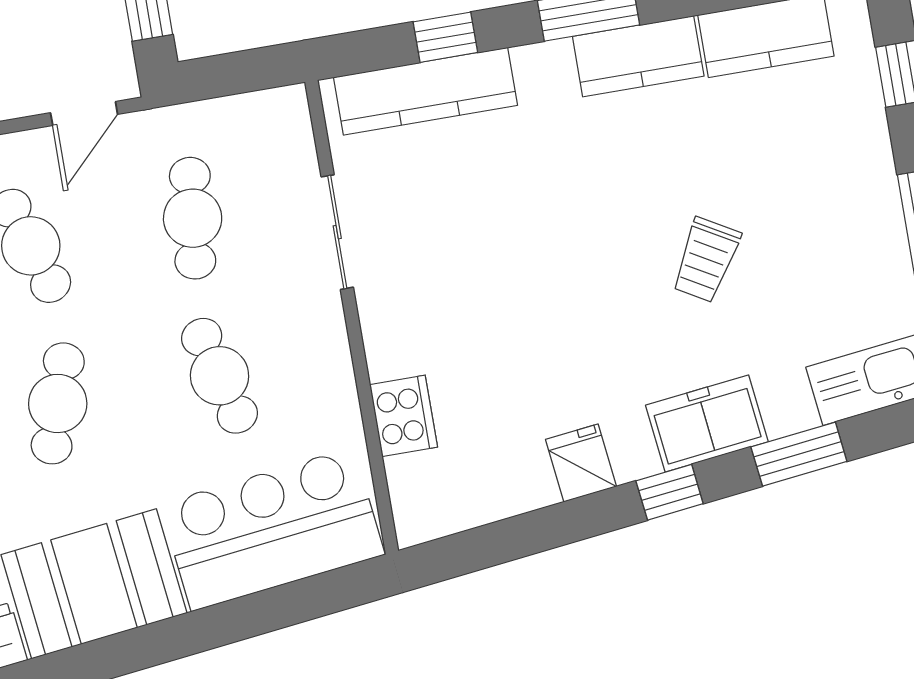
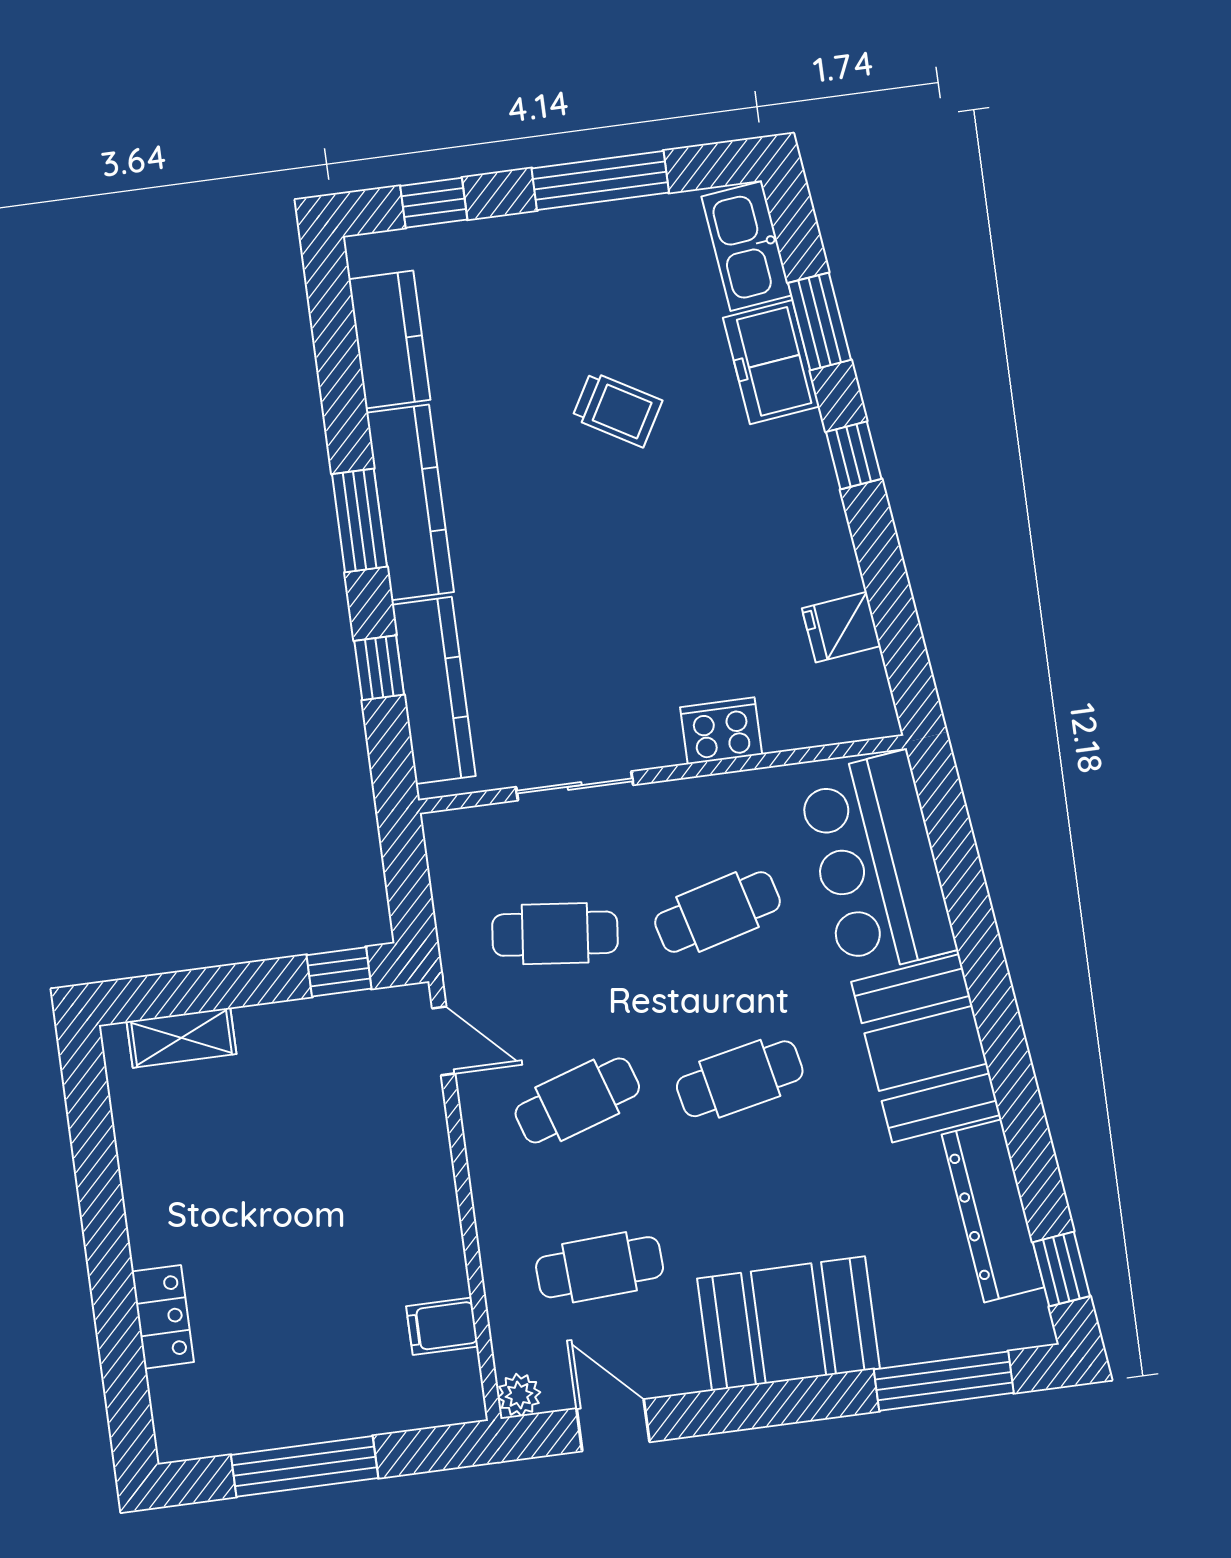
kitchen counter: (638, 56) -> (410, 502), width x1.50
cafe table: (58, 403) -> (740, 1079), turned -30
cooker: (404, 416) -> (721, 731), moved
freezer: (707, 424) -> (771, 362), moved
fridge: (581, 463) -> (841, 627), moved

